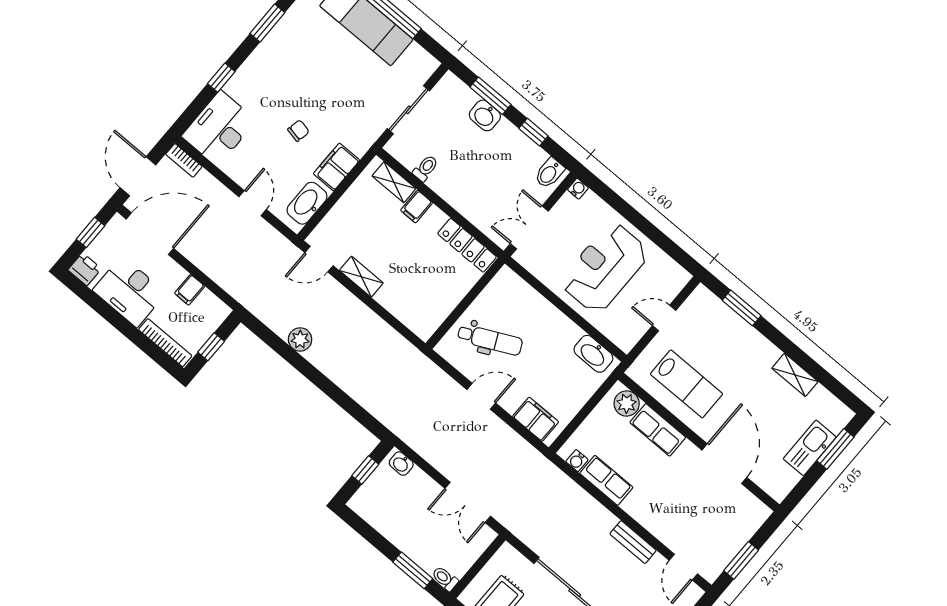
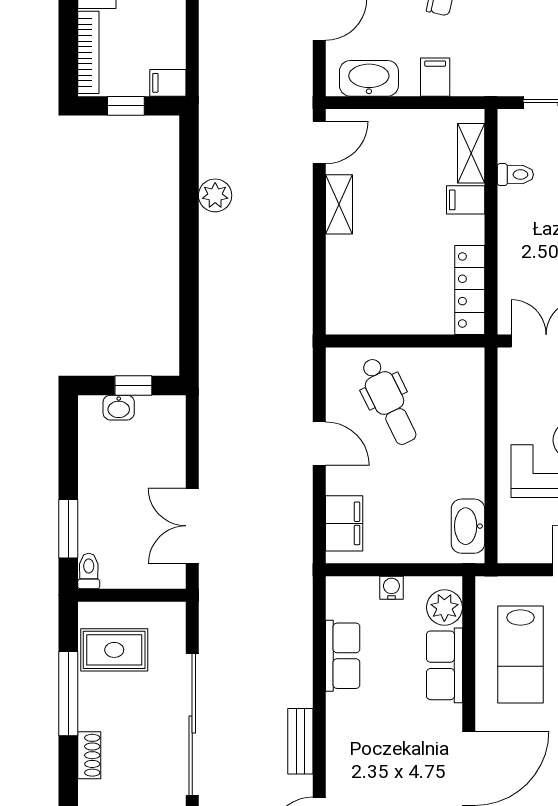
filing cabinet: (336, 167) -> (435, 77), width x0.50
door: (319, 259) -> (319, 142), swing flipped
filing cabinet: (190, 290) -> (168, 83), moved
water cooler: (577, 461) -> (391, 588), moved, turned 90
washbasin: (401, 464) -> (119, 408), moved, turned -90

